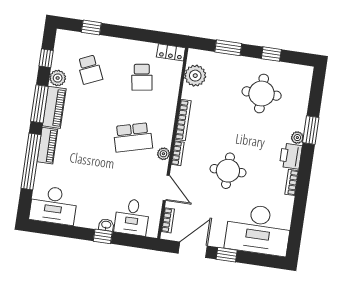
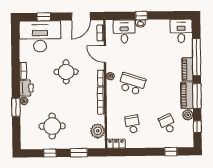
school desk: (133, 137) -> (132, 84), turned 33
desk: (53, 205) -> (181, 31), width x0.73
window: (227, 255) -> (44, 17), moved

